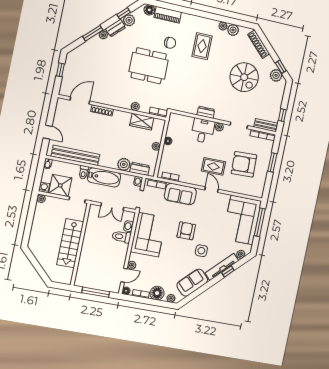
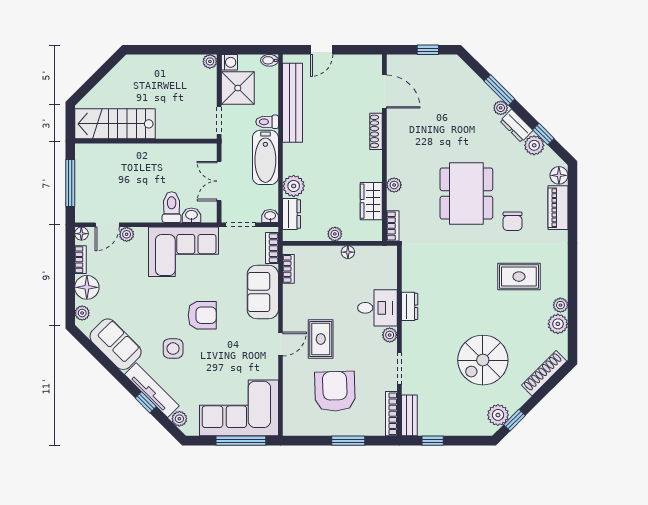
stairs: (70, 243) -> (115, 124), moved
door: (124, 275) -> (107, 225), hinge flipped

